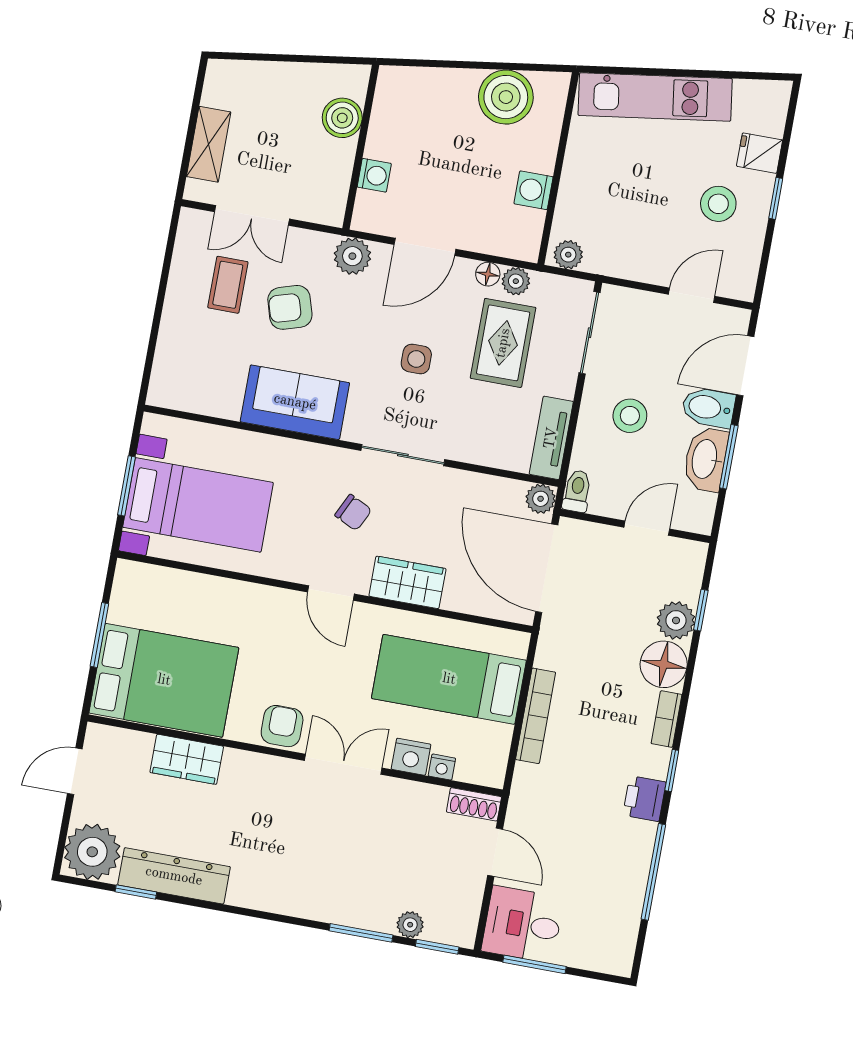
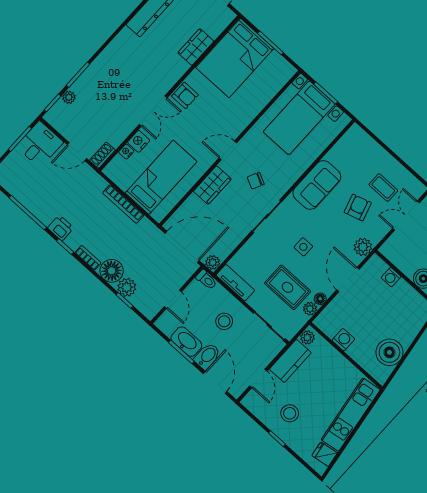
fridge: (760, 153) -> (325, 454), moved, turned -98
kitchen counter: (627, 259) -> (290, 361), added

